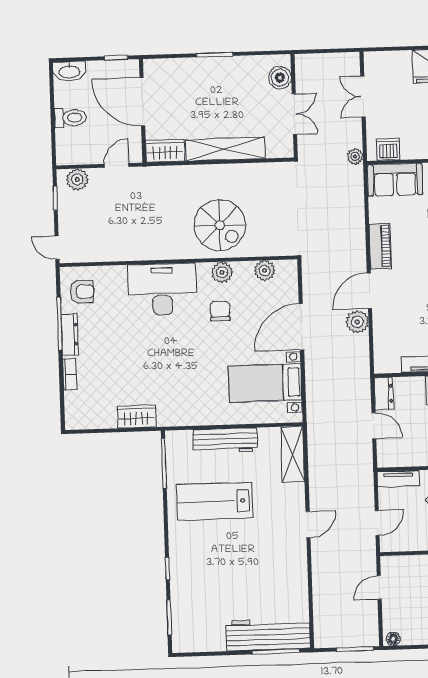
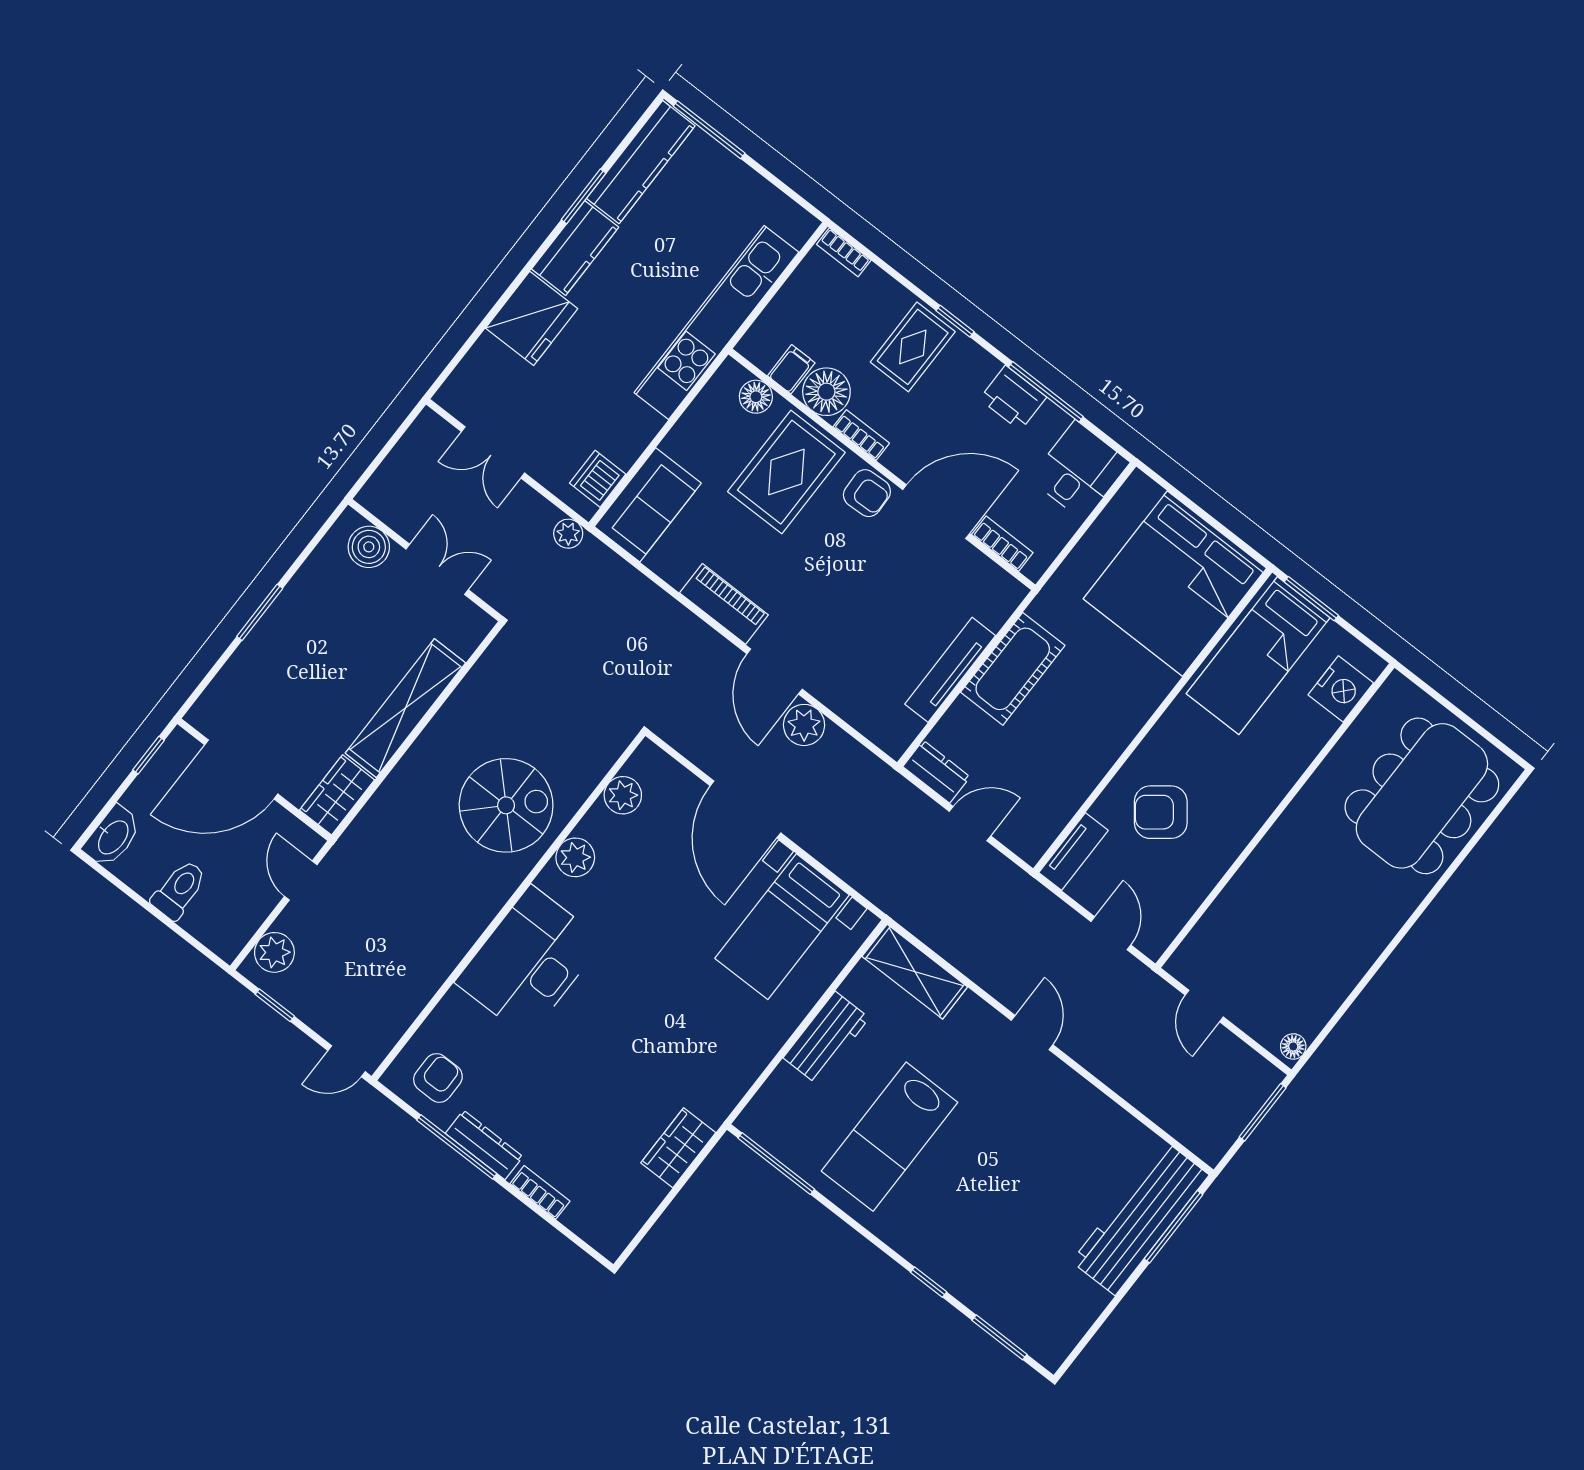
chair: (220, 311) -> (628, 906), removed
workbench: (225, 441) -> (826, 1038), width x0.73

